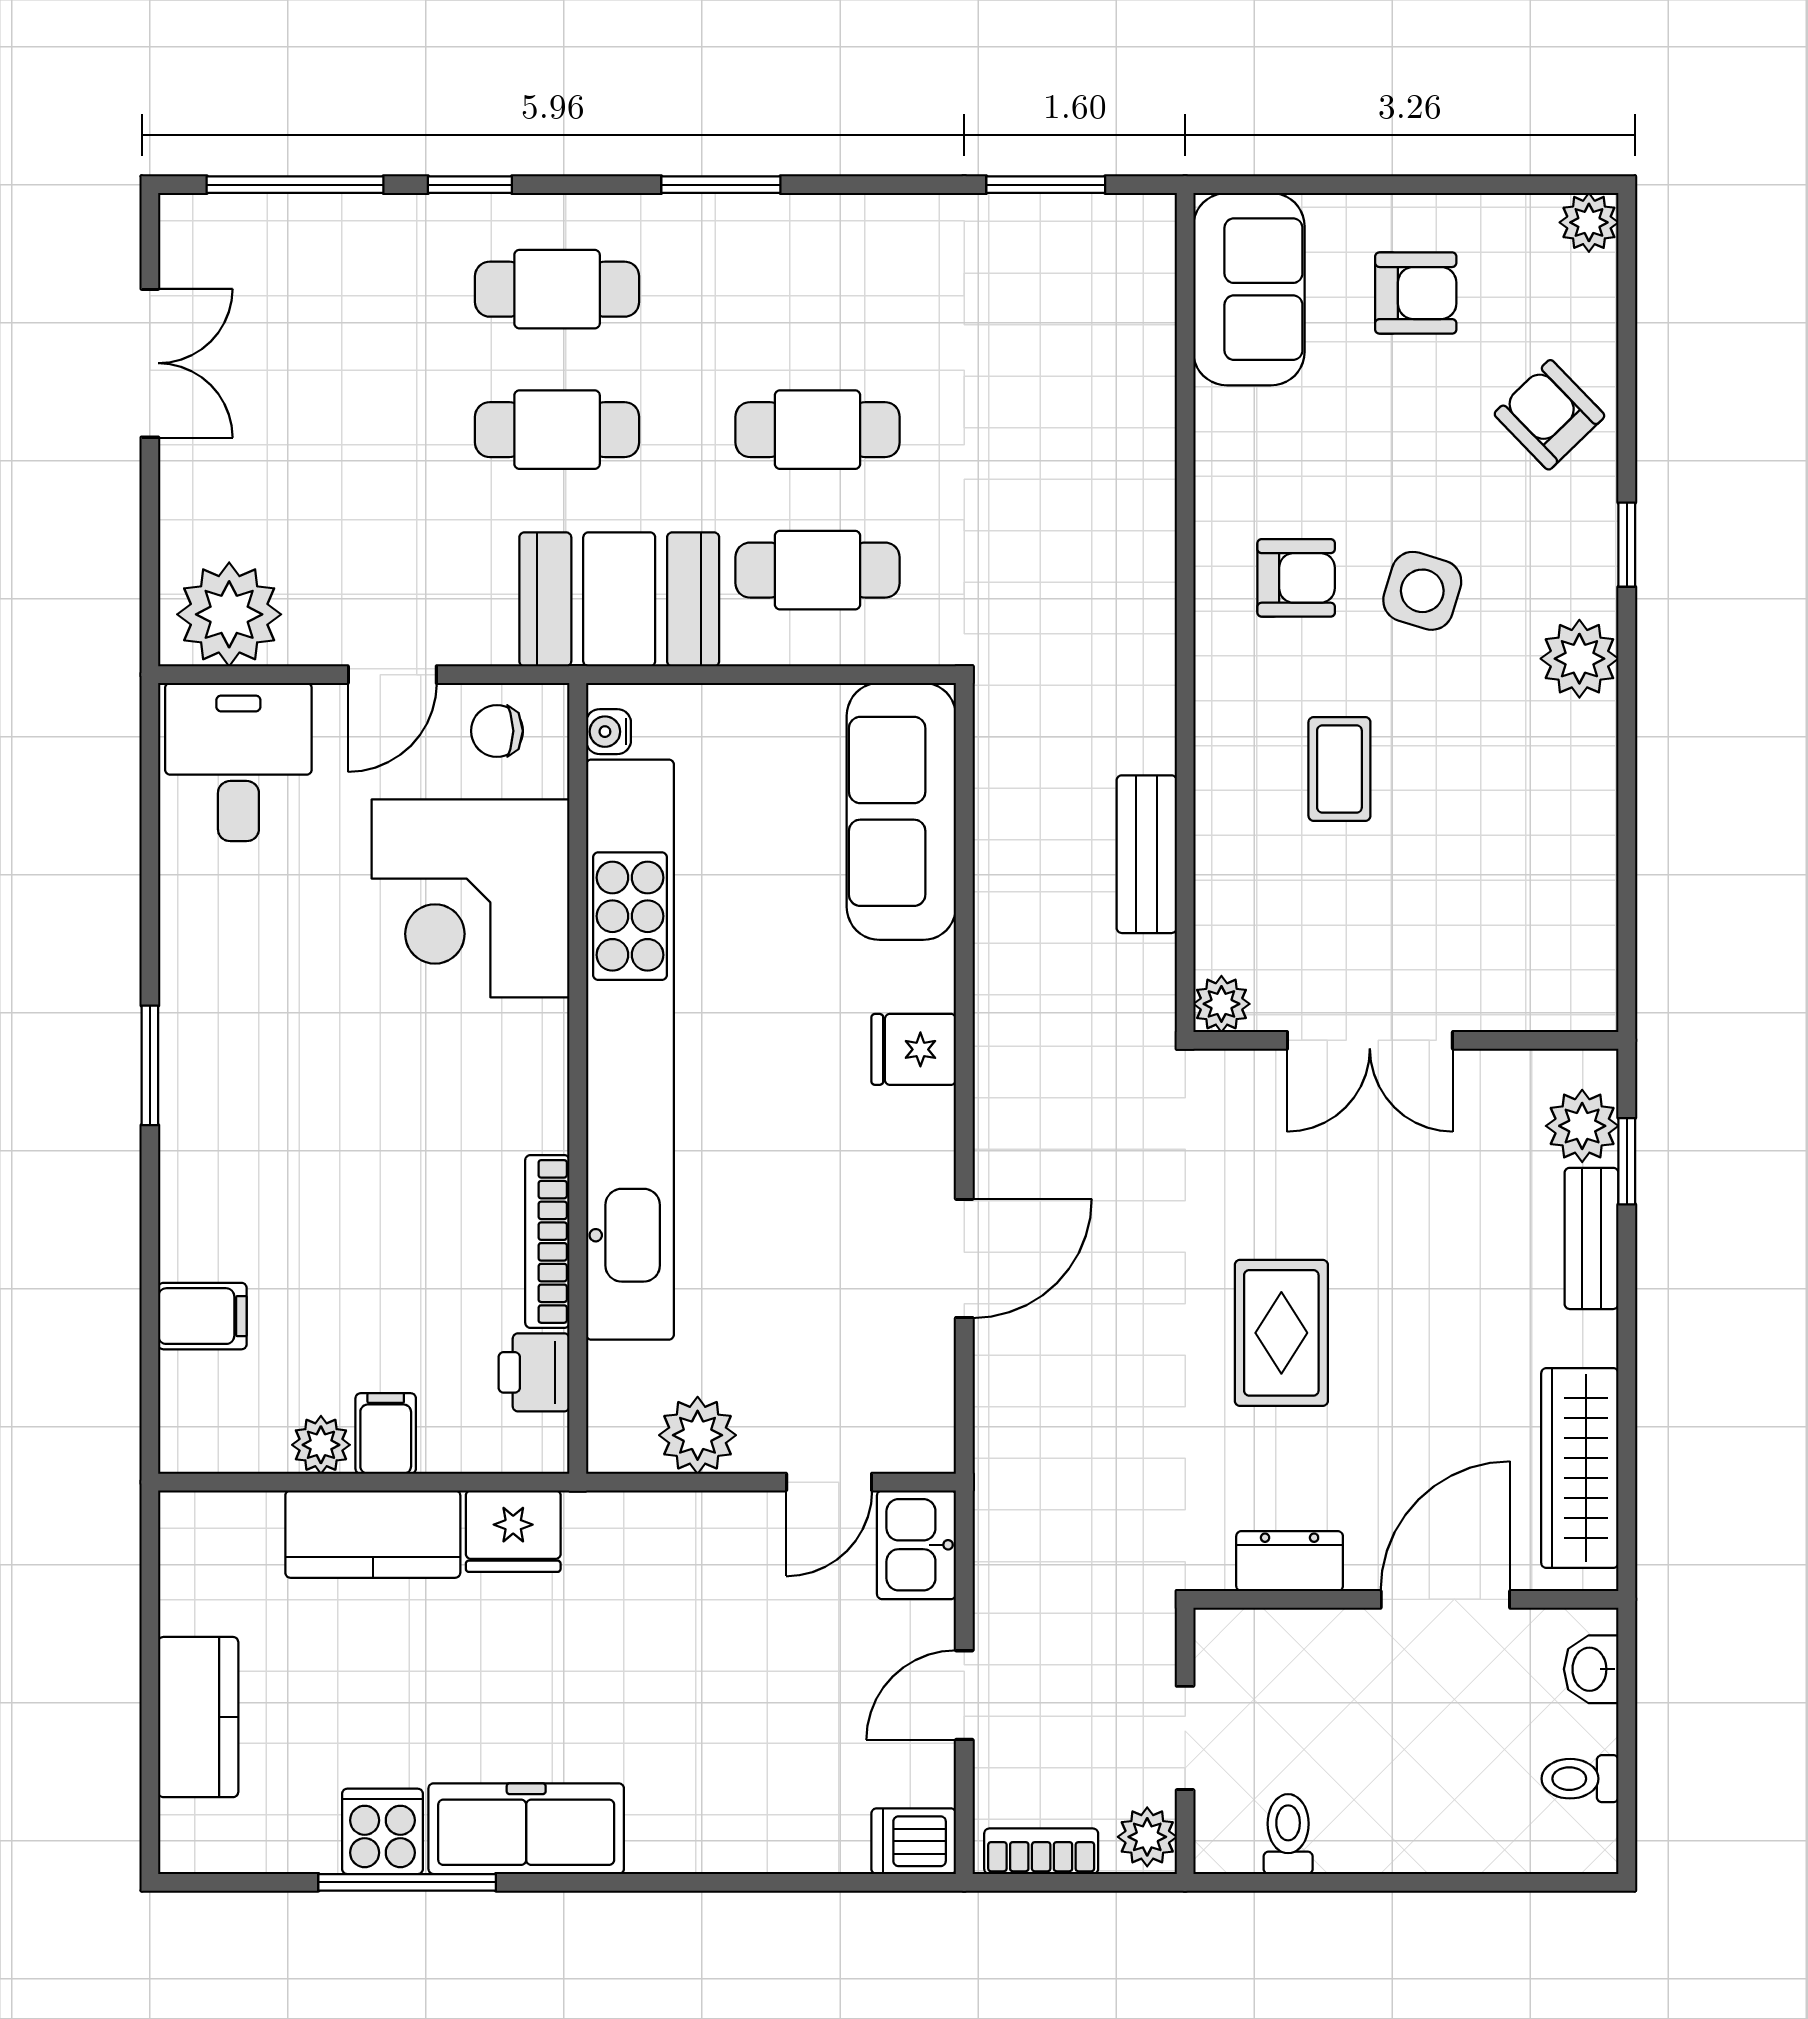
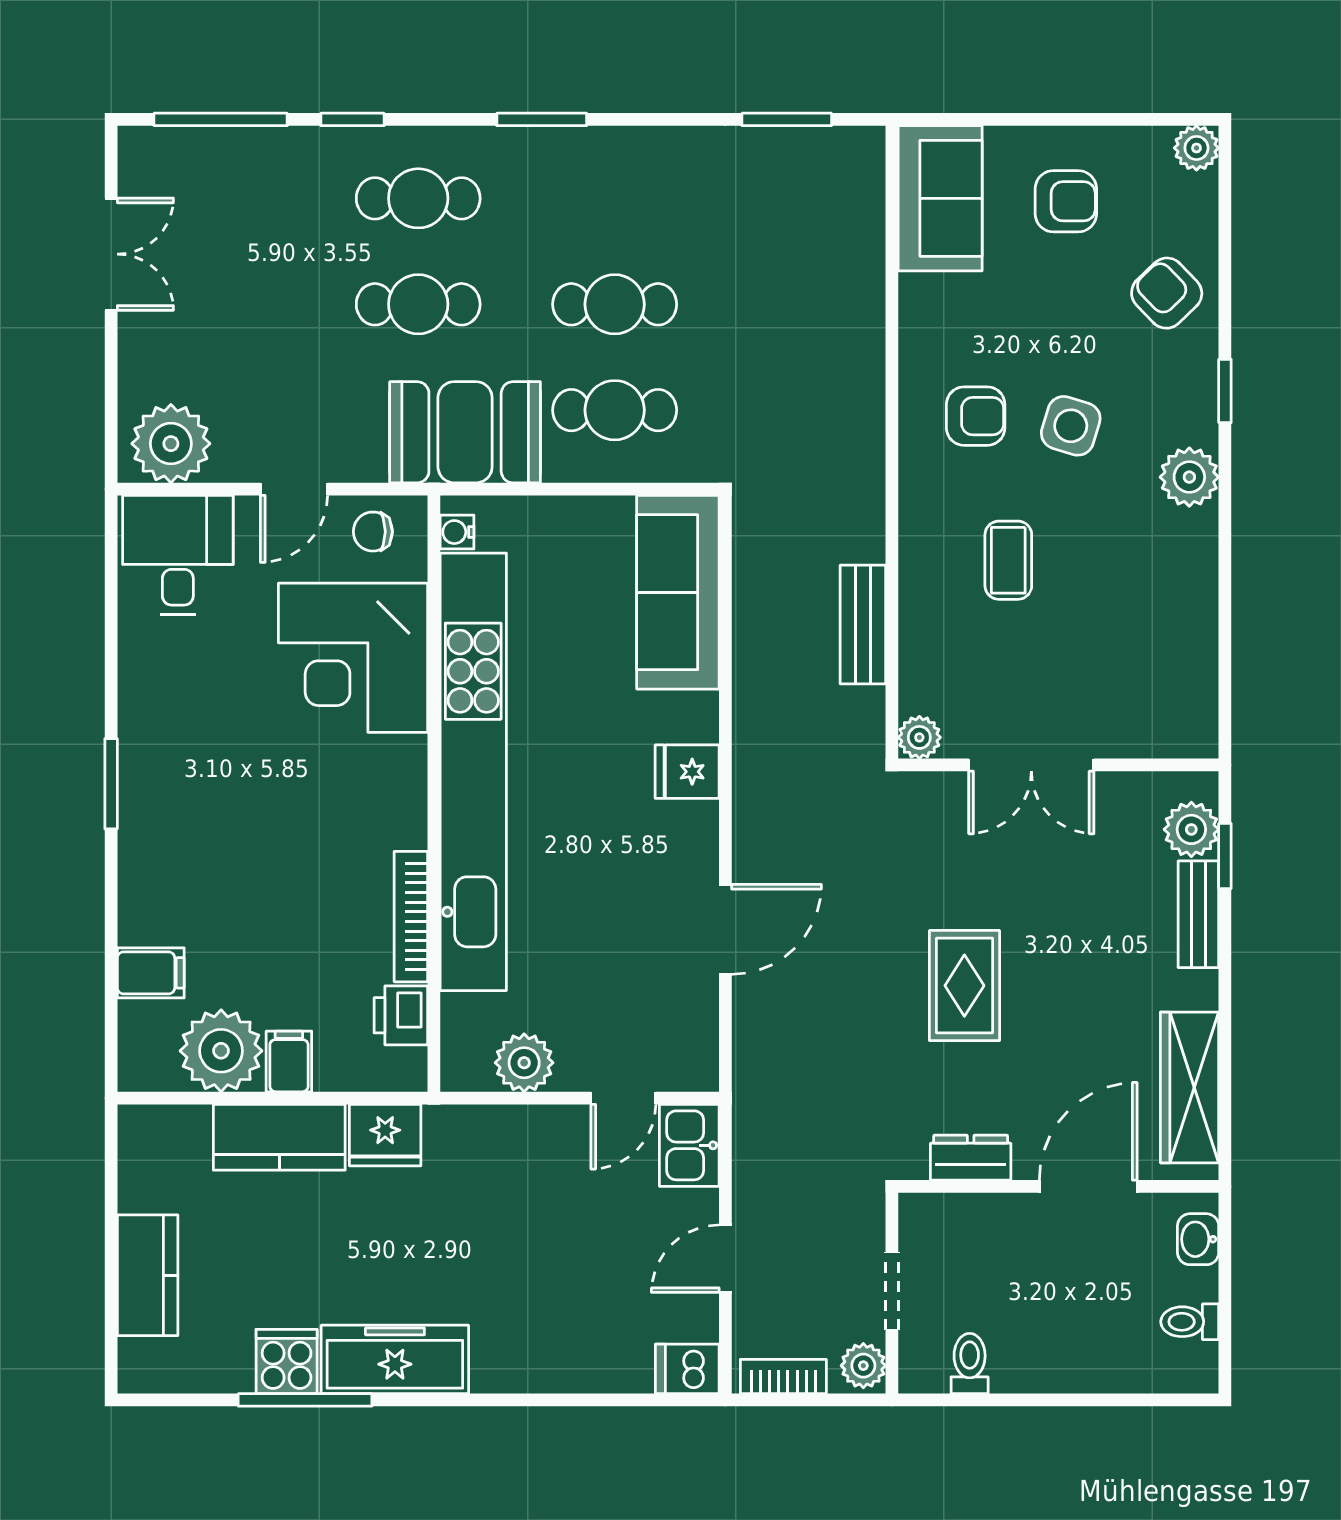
plant: (321, 1445) -> (221, 1051), width x1.88, depth x1.88

